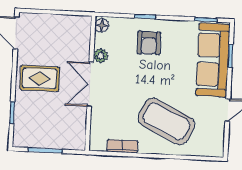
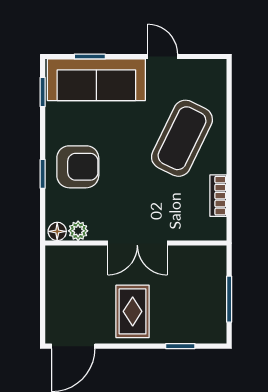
armchair: (149, 43) -> (78, 167), width x1.38, depth x1.38
plant: (101, 56) -> (78, 231), moved

